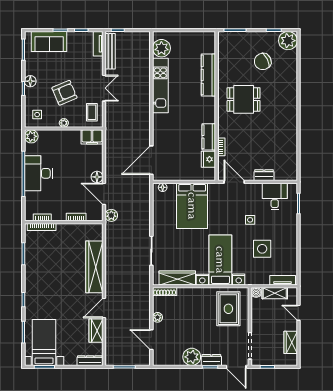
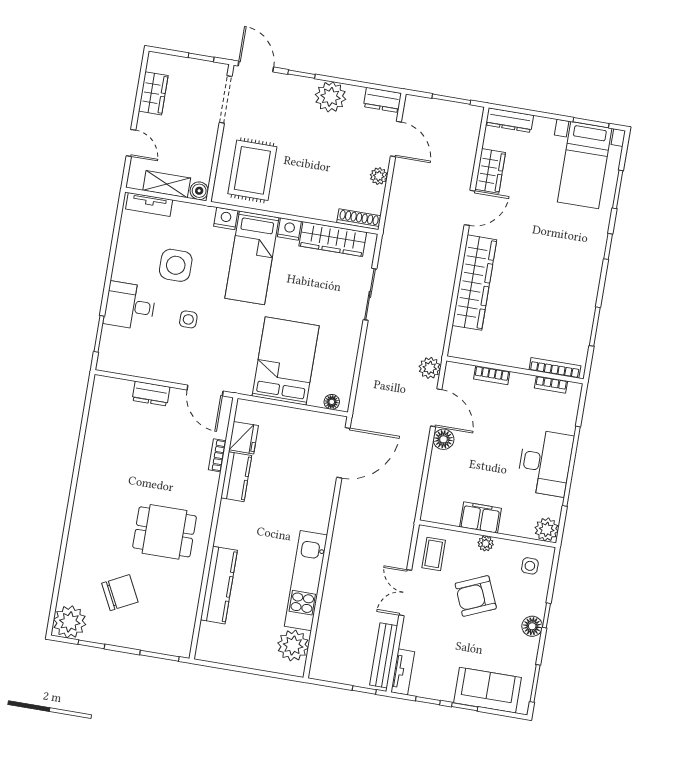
filing cabinet: (92, 137) -> (481, 517), moved
desk: (275, 196) -> (130, 306), moved, turned 90
dresser: (211, 360) -> (382, 100), moved

